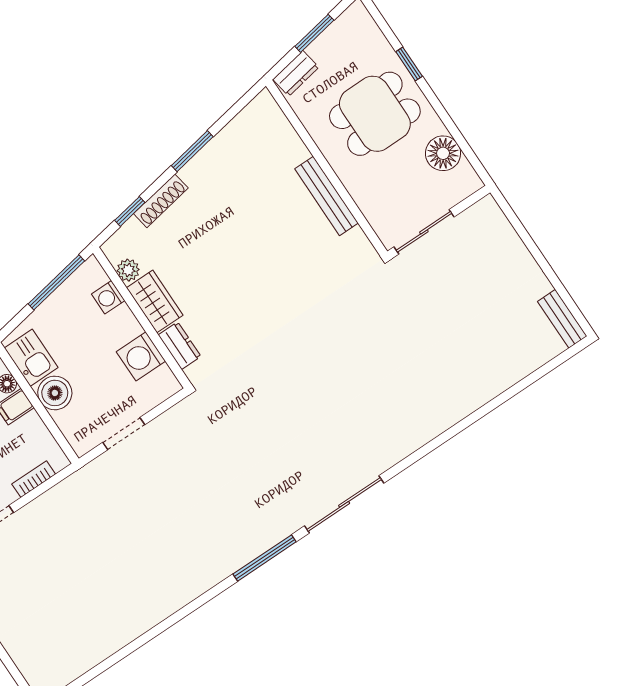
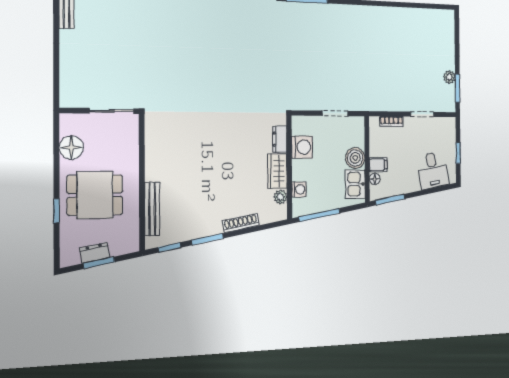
dresser: (296, 73) -> (95, 253), moved
bench: (326, 196) -> (152, 209), moved
window: (130, 211) -> (170, 247), moved

